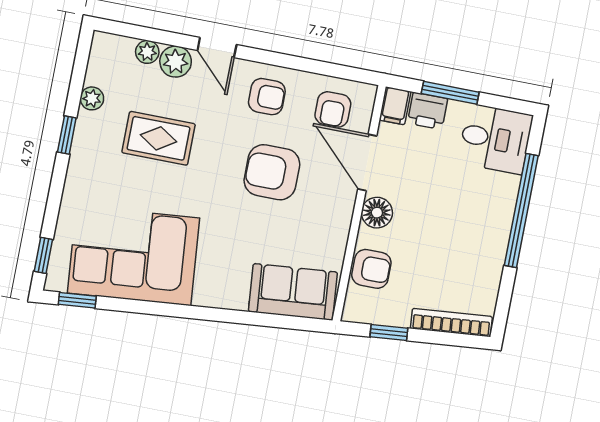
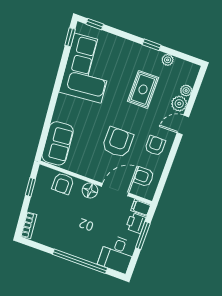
armchair: (267, 97) -> (155, 146), turned 180
bookcase: (451, 323) -> (29, 225), width x0.64

